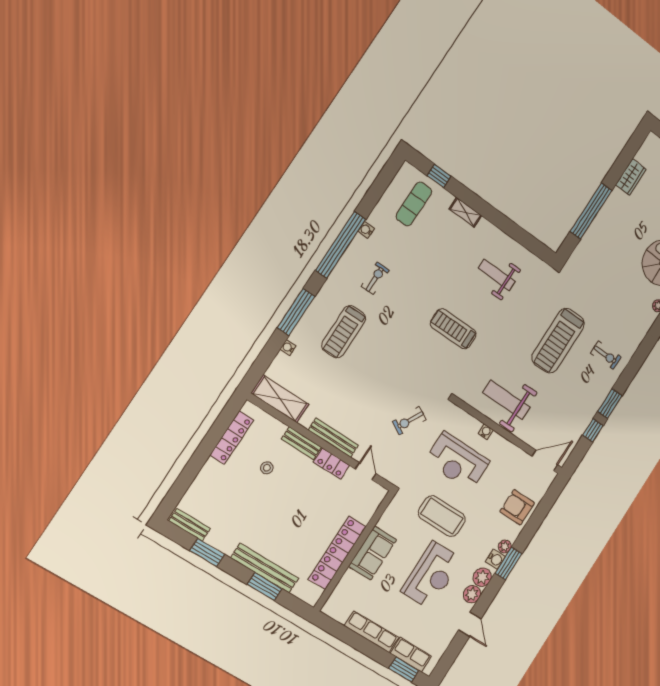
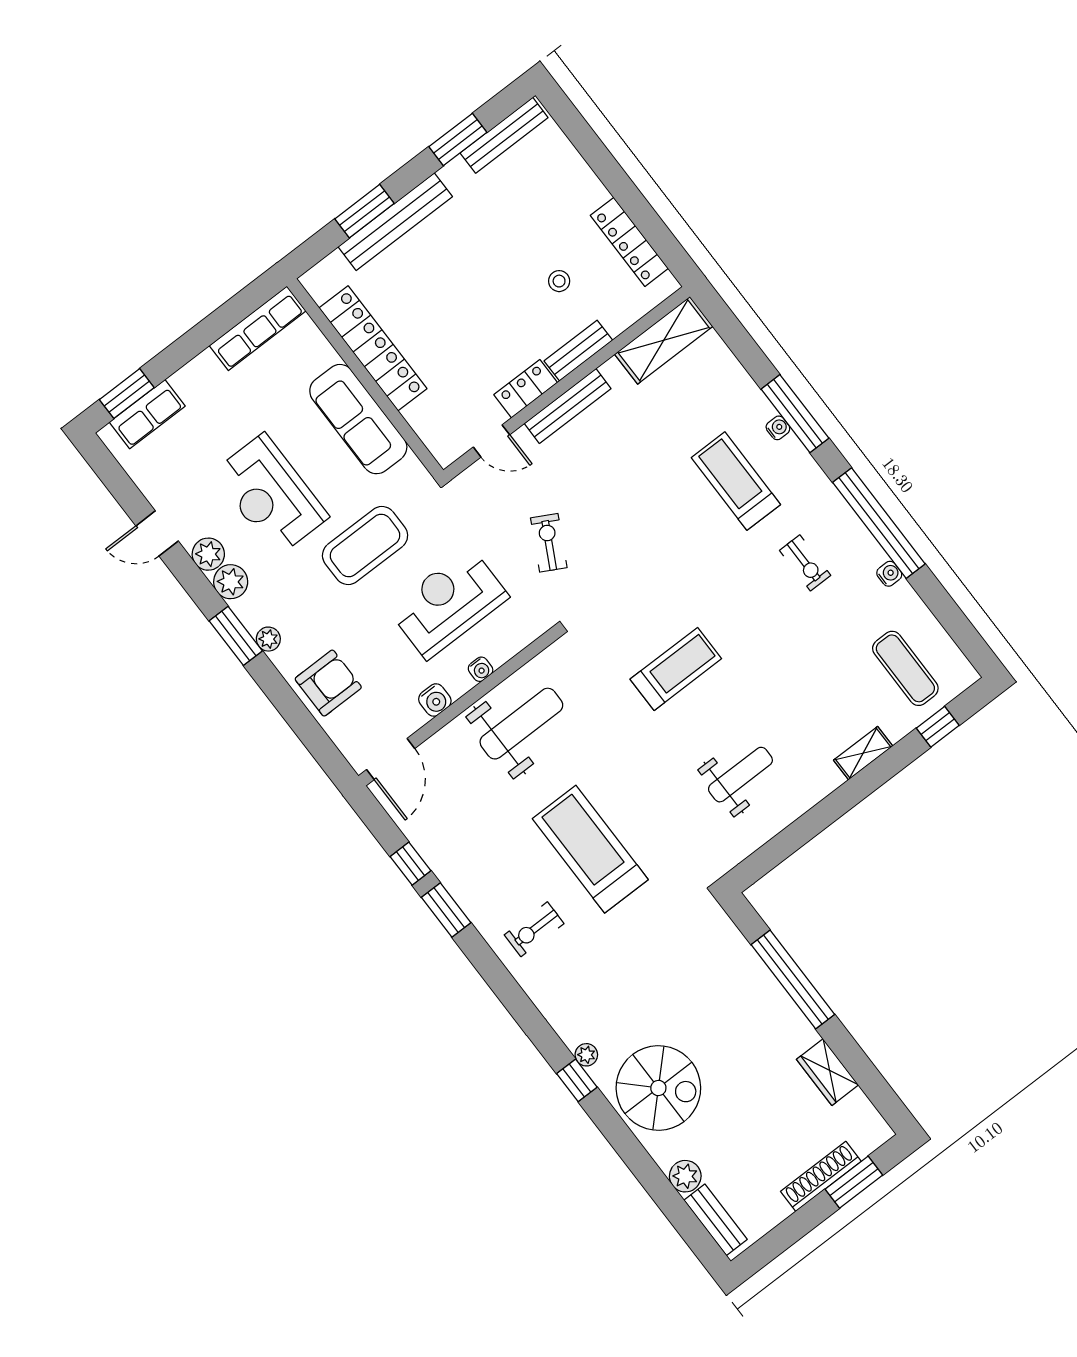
water cooler: (288, 348) -> (778, 428), moved
bench: (190, 525) -> (504, 135), width x1.36
sofa: (373, 553) -> (358, 419), width x1.36
water cooler: (496, 559) -> (435, 700), moved, turned -90
row of seats: (371, 632) -> (258, 328), moved

